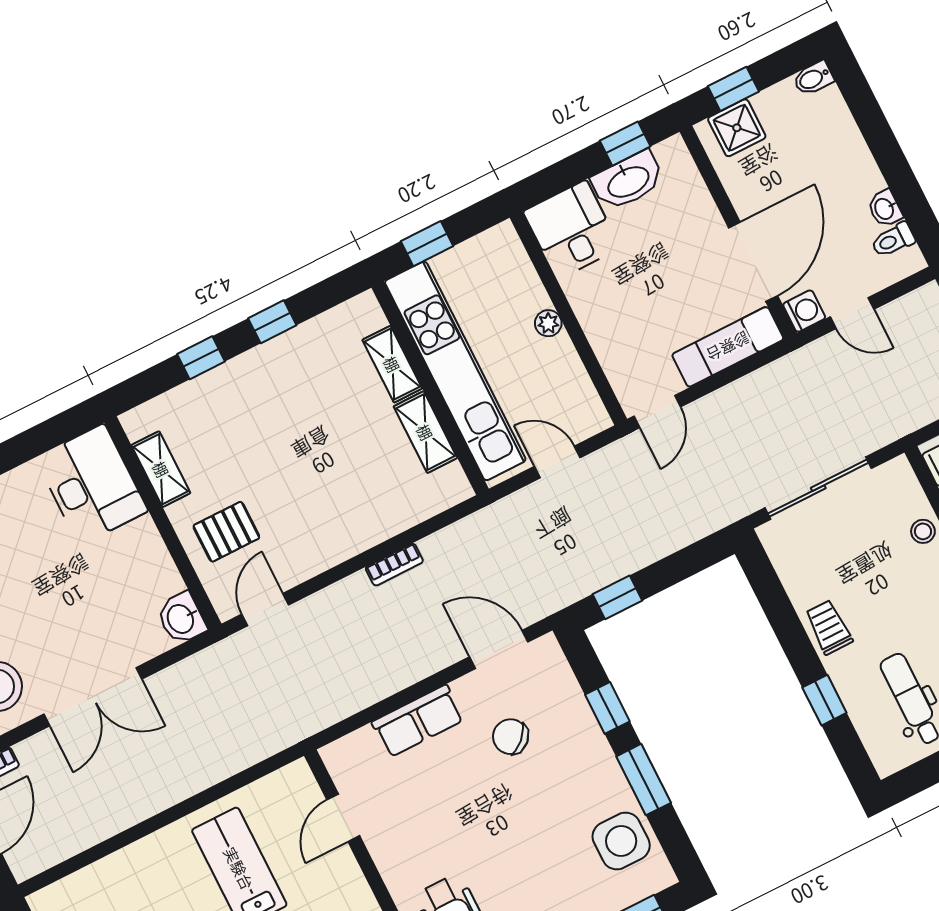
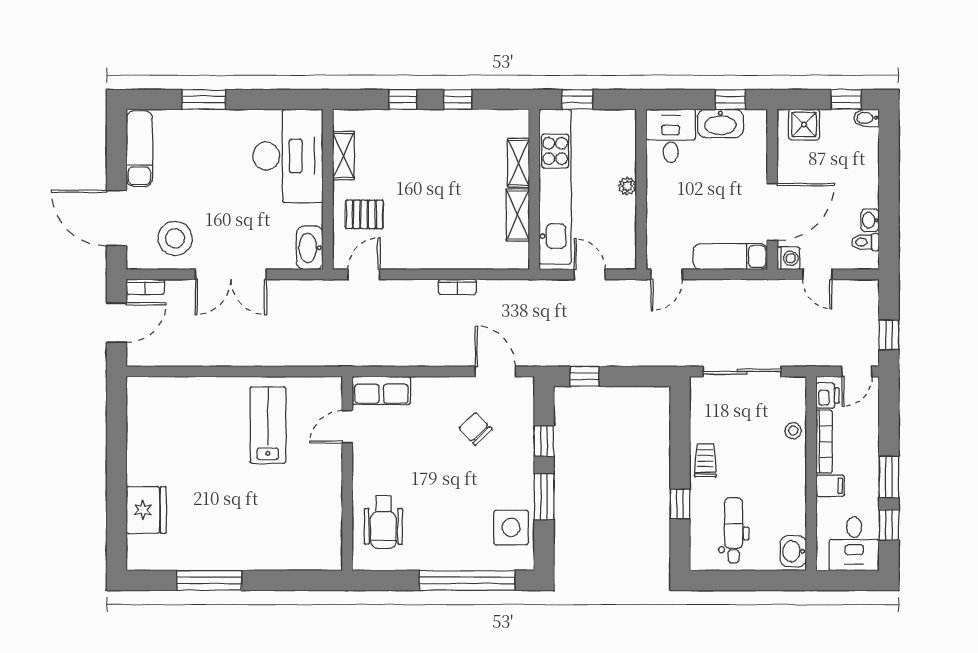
window: (733, 89) -> (846, 99), moved
desk: (92, 485) -> (288, 156), width x1.36, depth x1.30
washbasin: (181, 618) -> (310, 248), width x1.38
row of seats: (418, 721) -> (381, 390), moved

